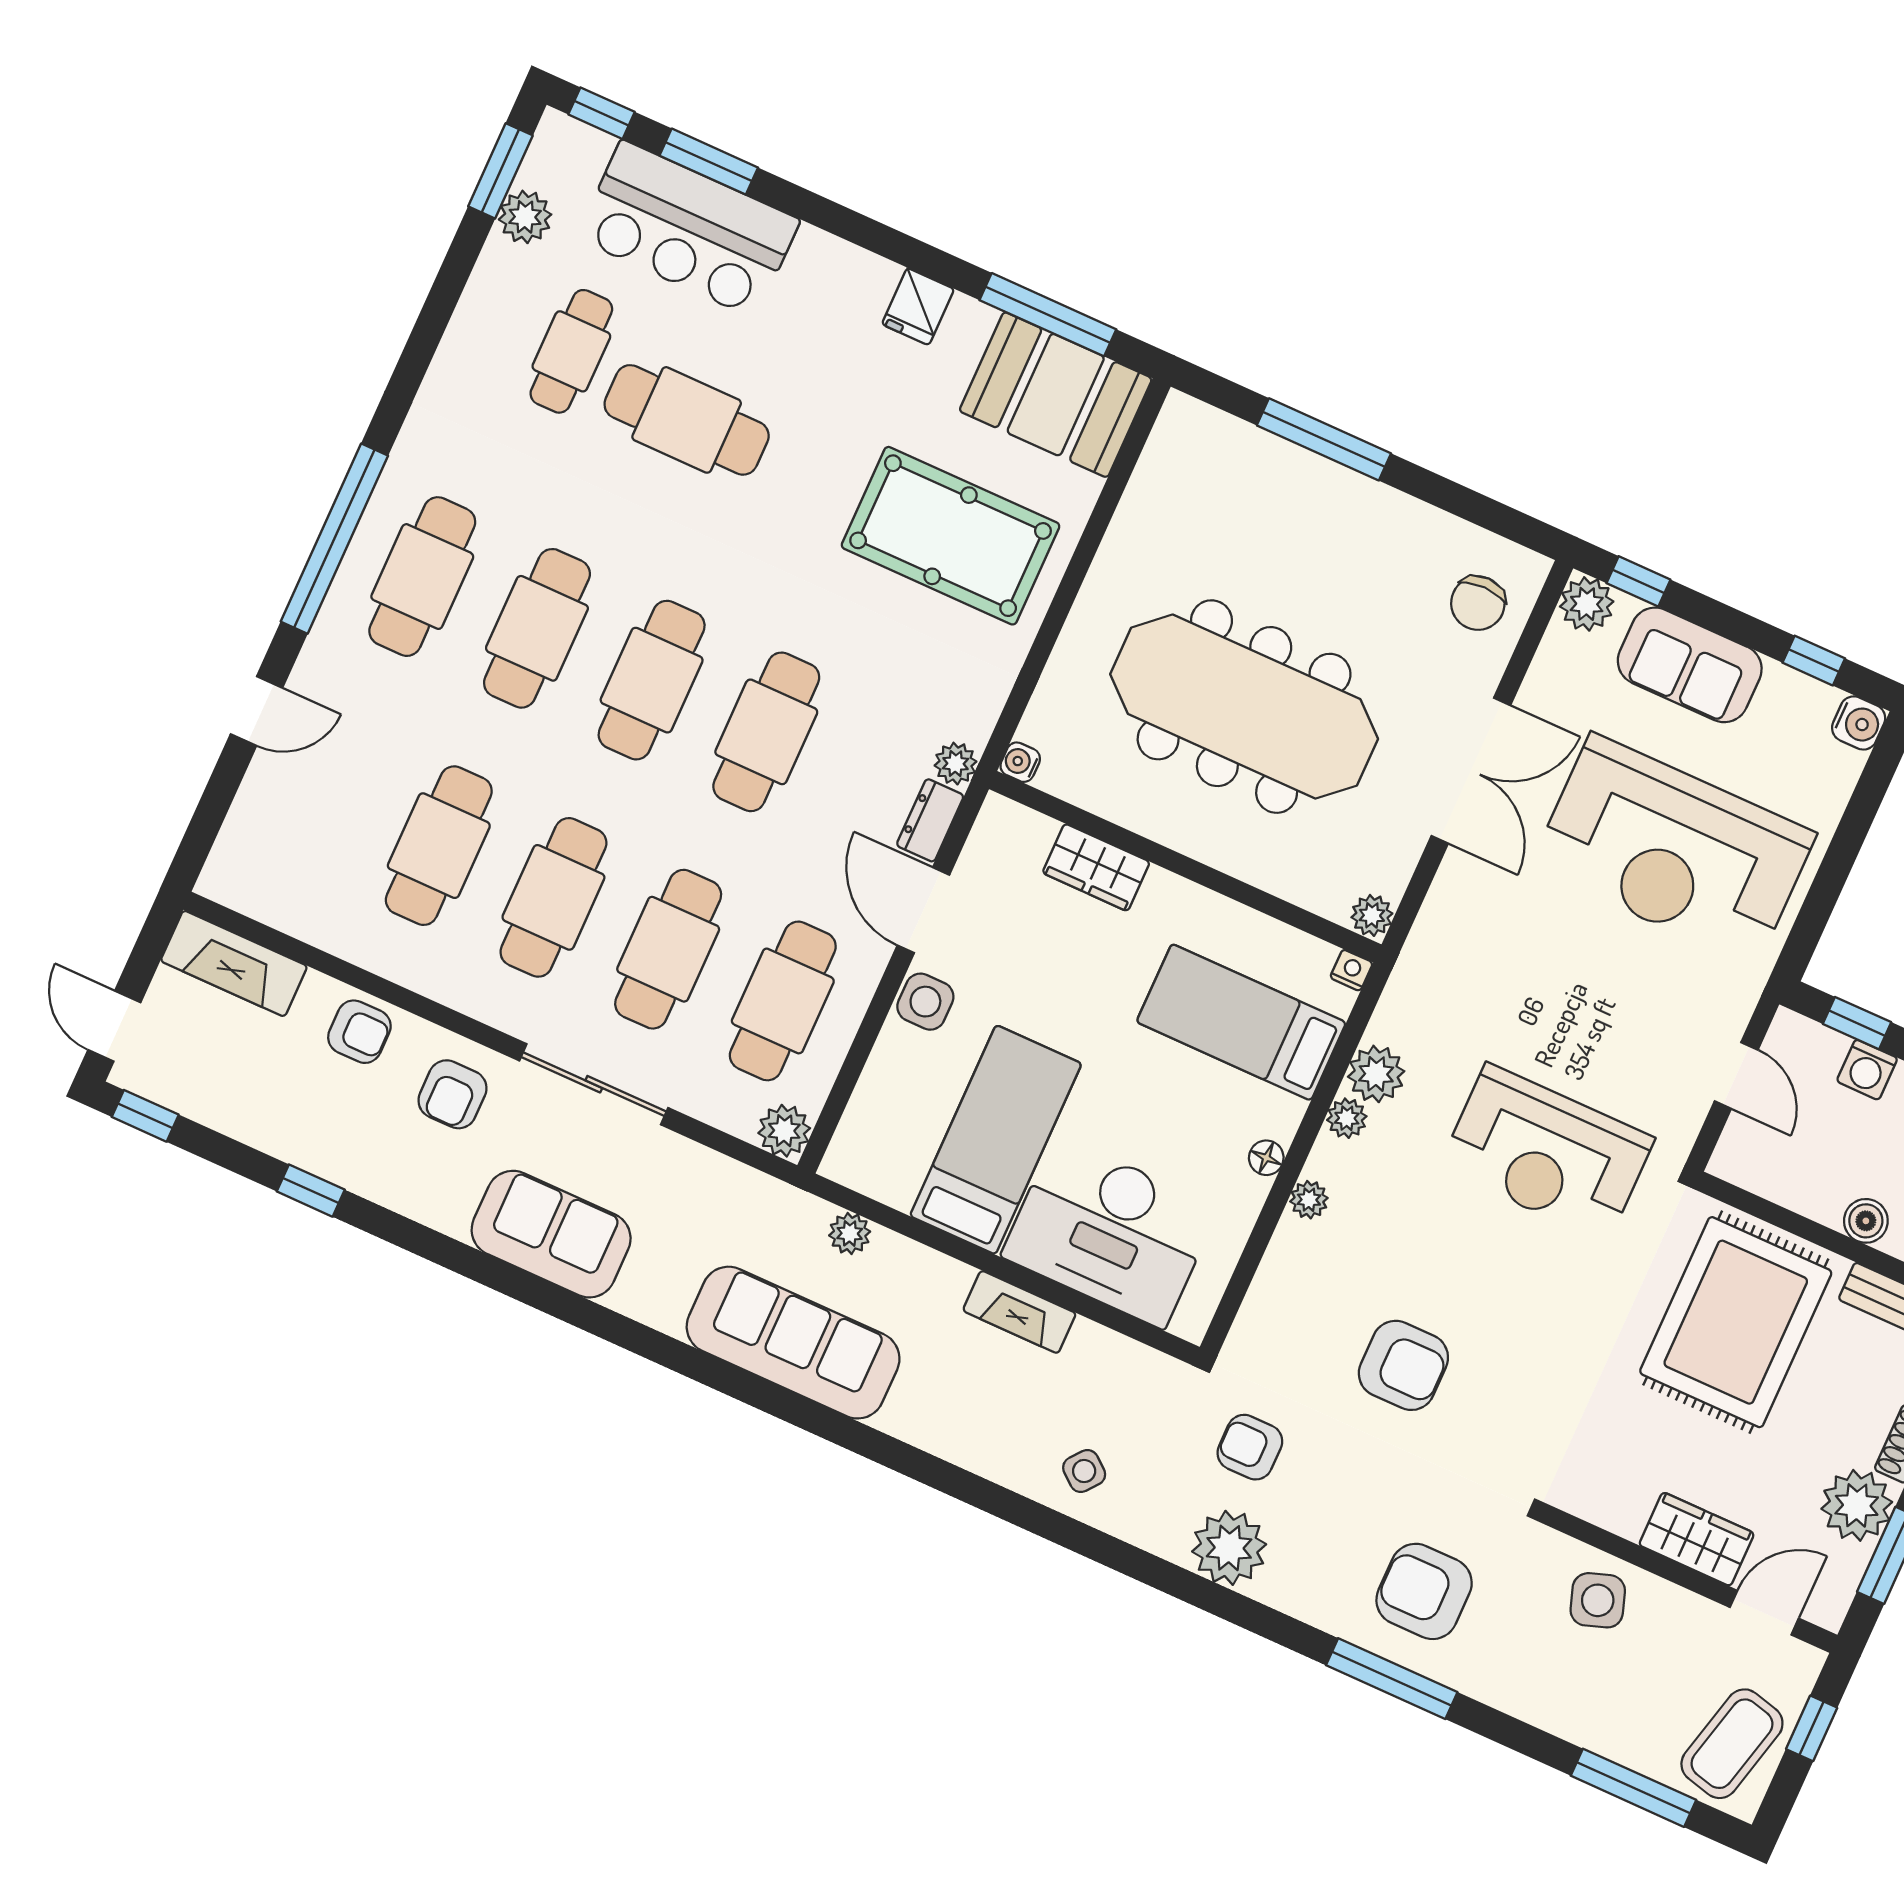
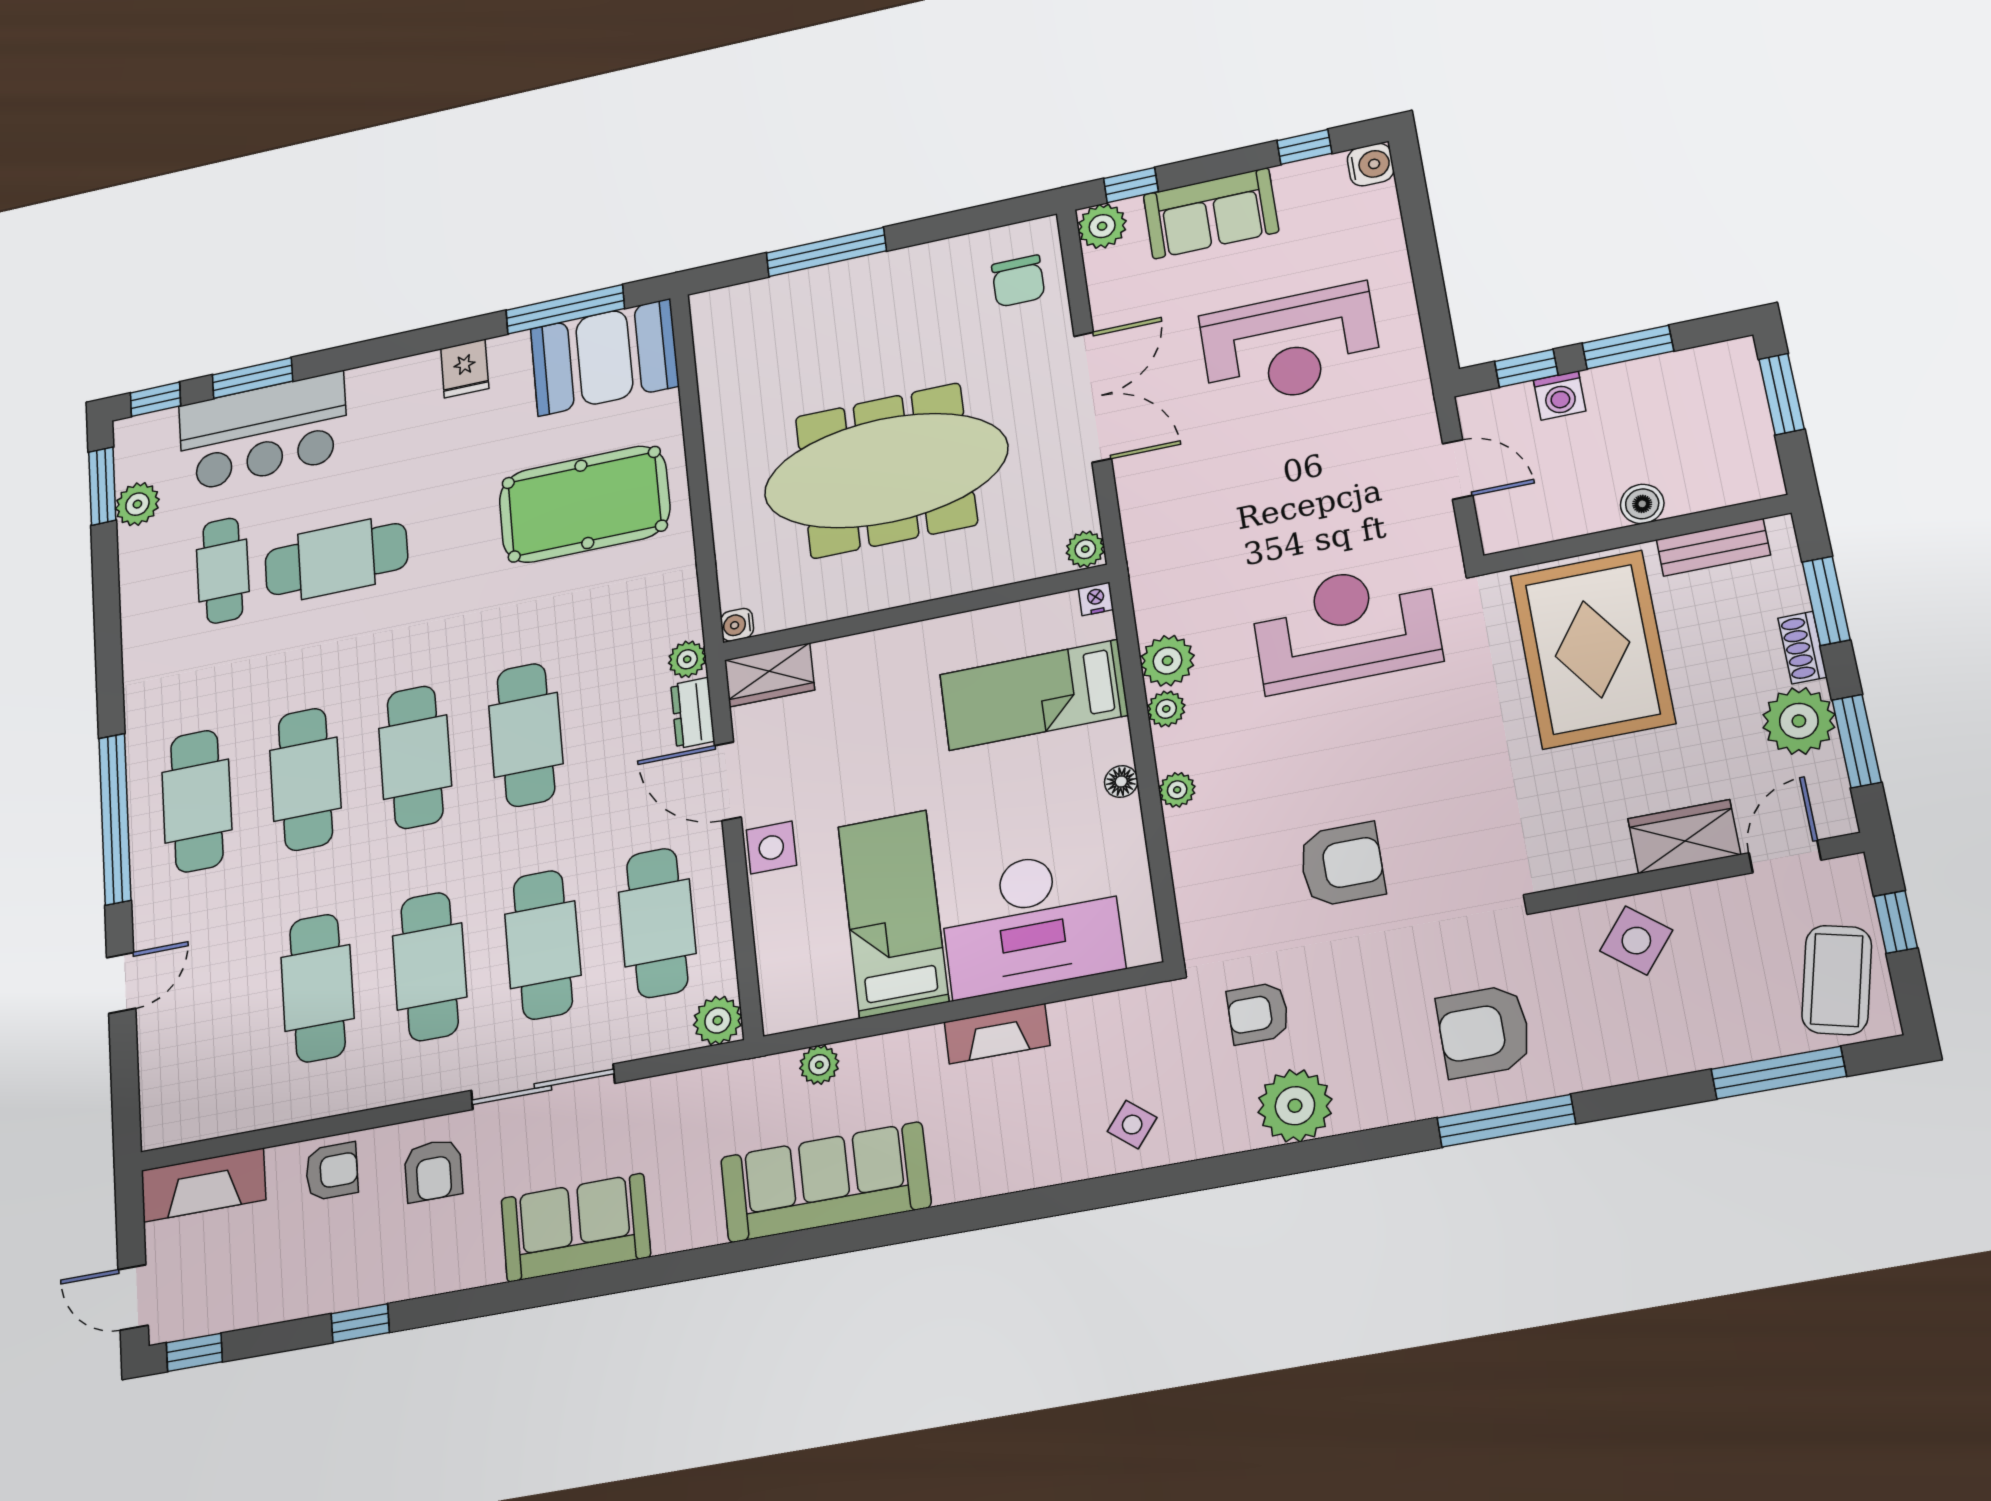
reception desk: (1673, 850) -> (1290, 346), width x0.74, depth x0.77
wardrobe: (1096, 867) -> (770, 675), moved
reception desk: (1547, 1153) -> (1346, 627), turned 180
side table: (1598, 1600) -> (1636, 941), turned -32

